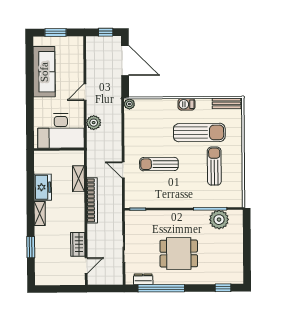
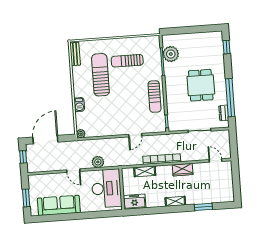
barbecue: (186, 104) -> (79, 105), moved
sun lounger: (159, 164) -> (155, 97), moved
freezer: (43, 187) -> (135, 202), moved
wardrobe: (78, 244) -> (183, 170), moved

